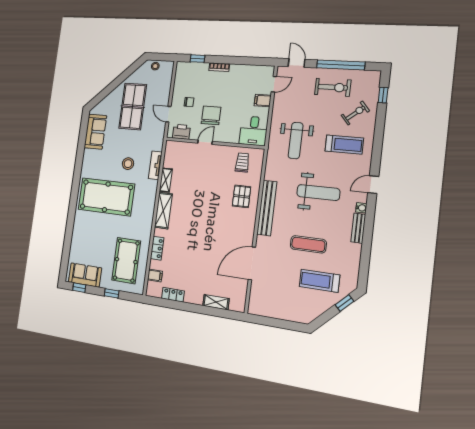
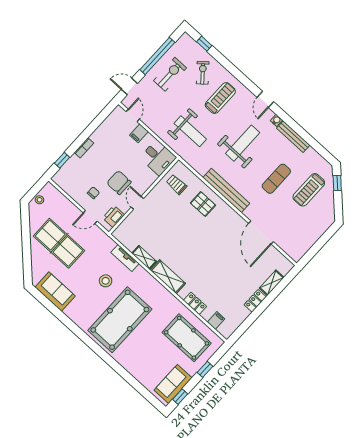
bench: (358, 228) -> (293, 137), width x1.36
locker: (173, 295) -> (255, 301), moved

